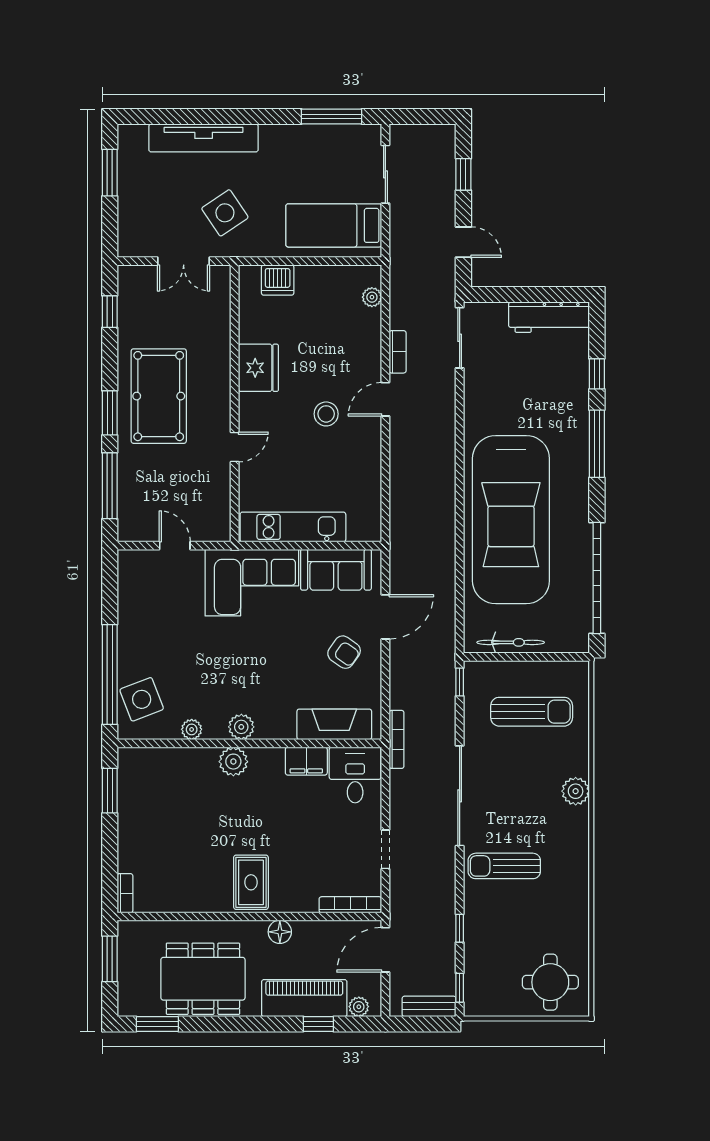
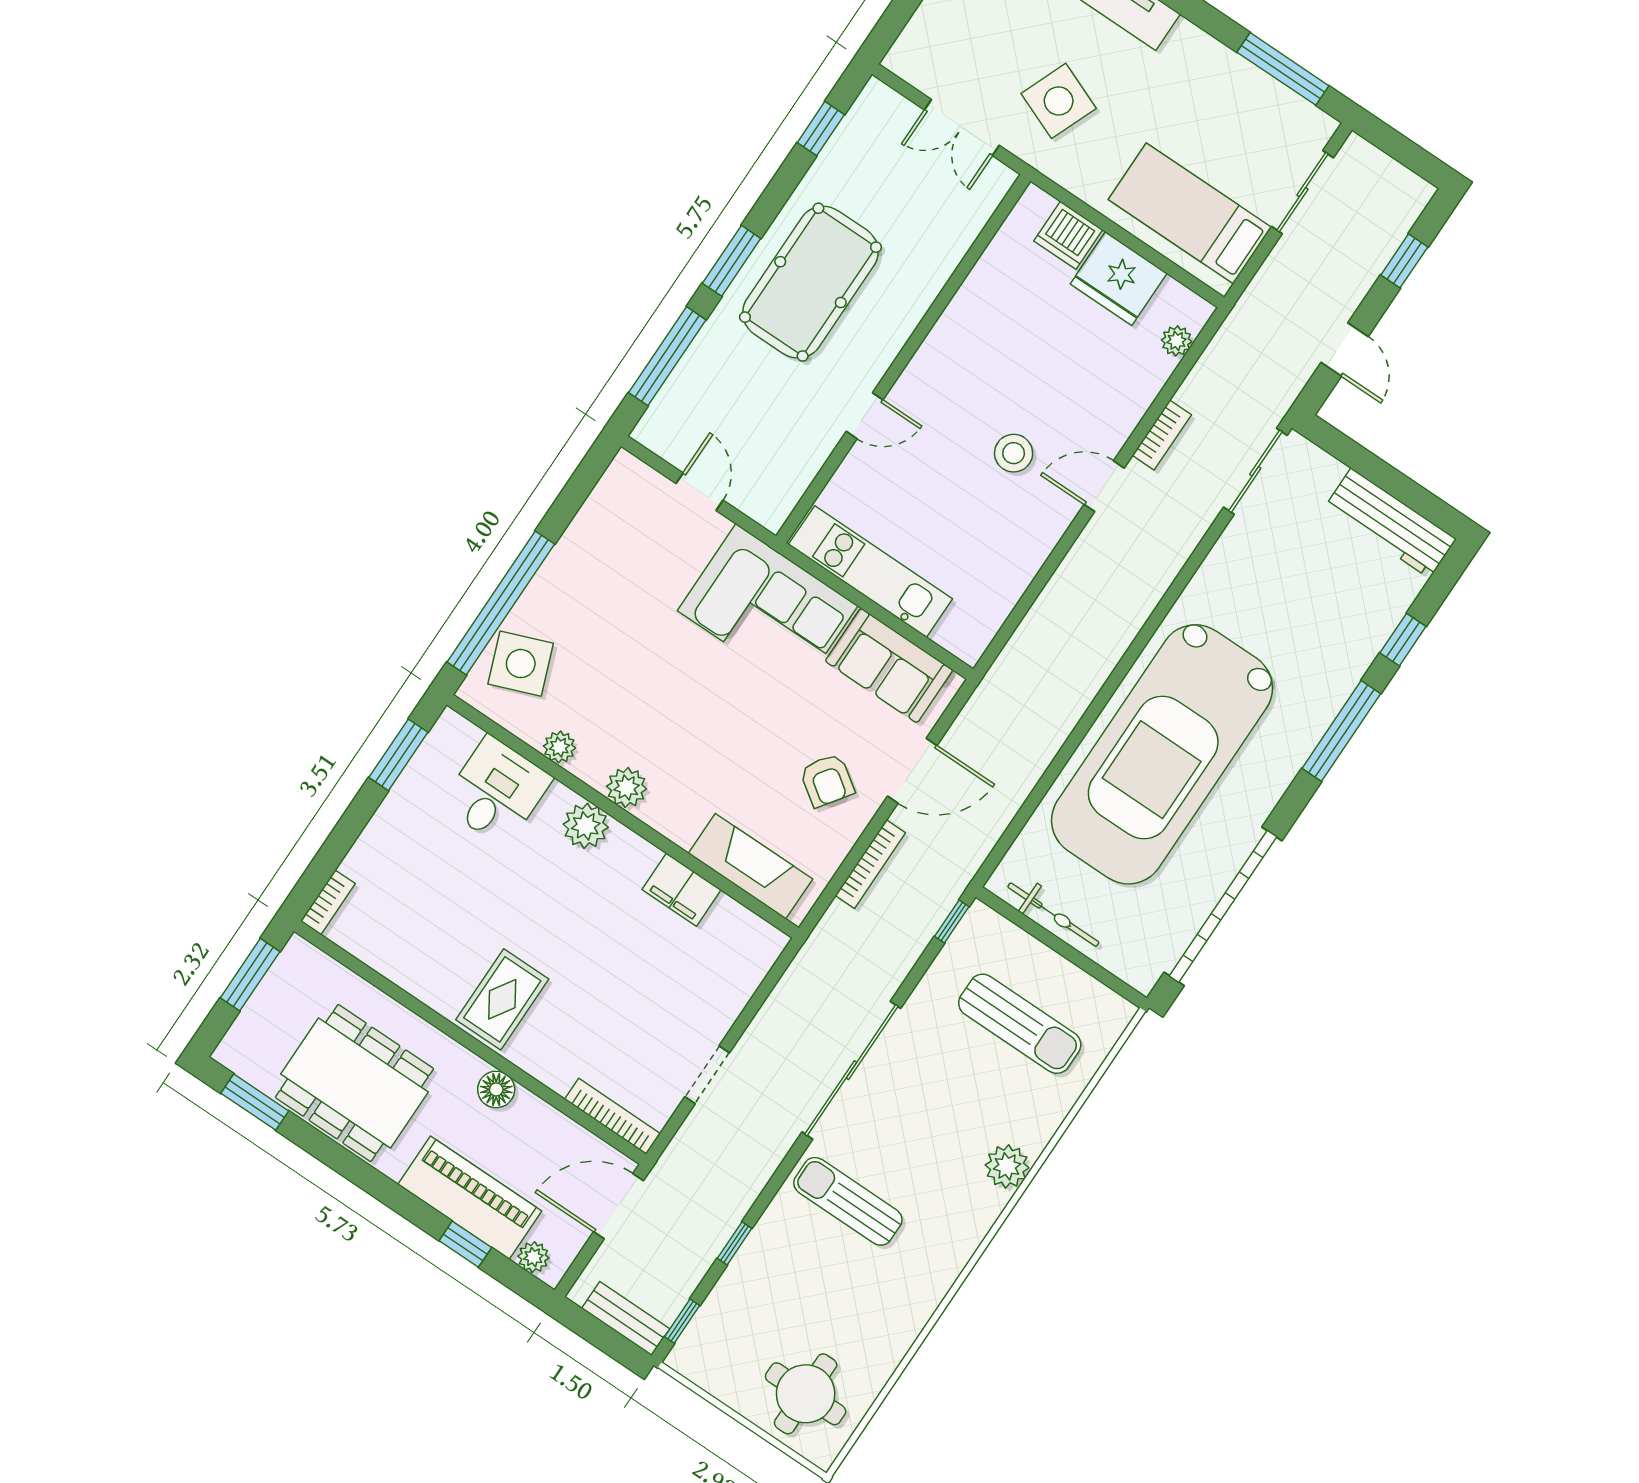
side table: (225, 213) -> (1059, 101), turned -34
fridge: (258, 368) -> (1119, 279), moved, turned 90
bookcase: (397, 739) -> (870, 864), moved
desk: (355, 775) -> (497, 791), moved

